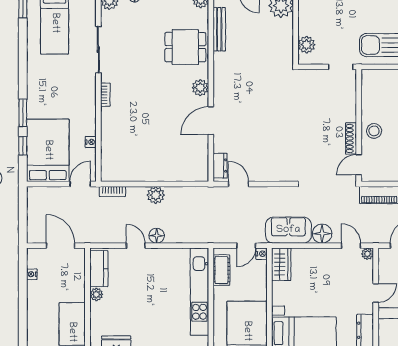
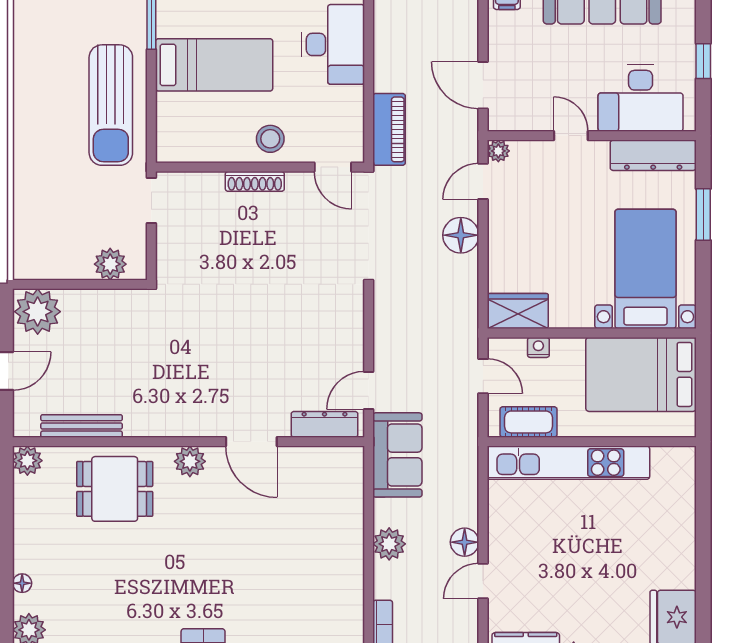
dining table: (185, 47) -> (115, 489), turned 90
shoe rack: (351, 138) -> (255, 181), moved
dresser: (220, 166) -> (325, 424), width x1.44
sofa: (288, 230) -> (397, 455), moved, turned 180
nightstand: (262, 254) -> (538, 347), moved

